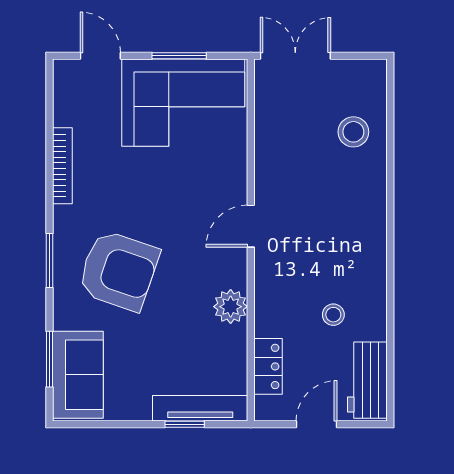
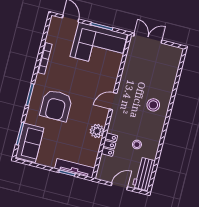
stool: (353, 132) -> (153, 105), moved
armchair: (118, 270) -> (56, 105), turned 71
locker: (268, 366) -> (109, 145), moved

